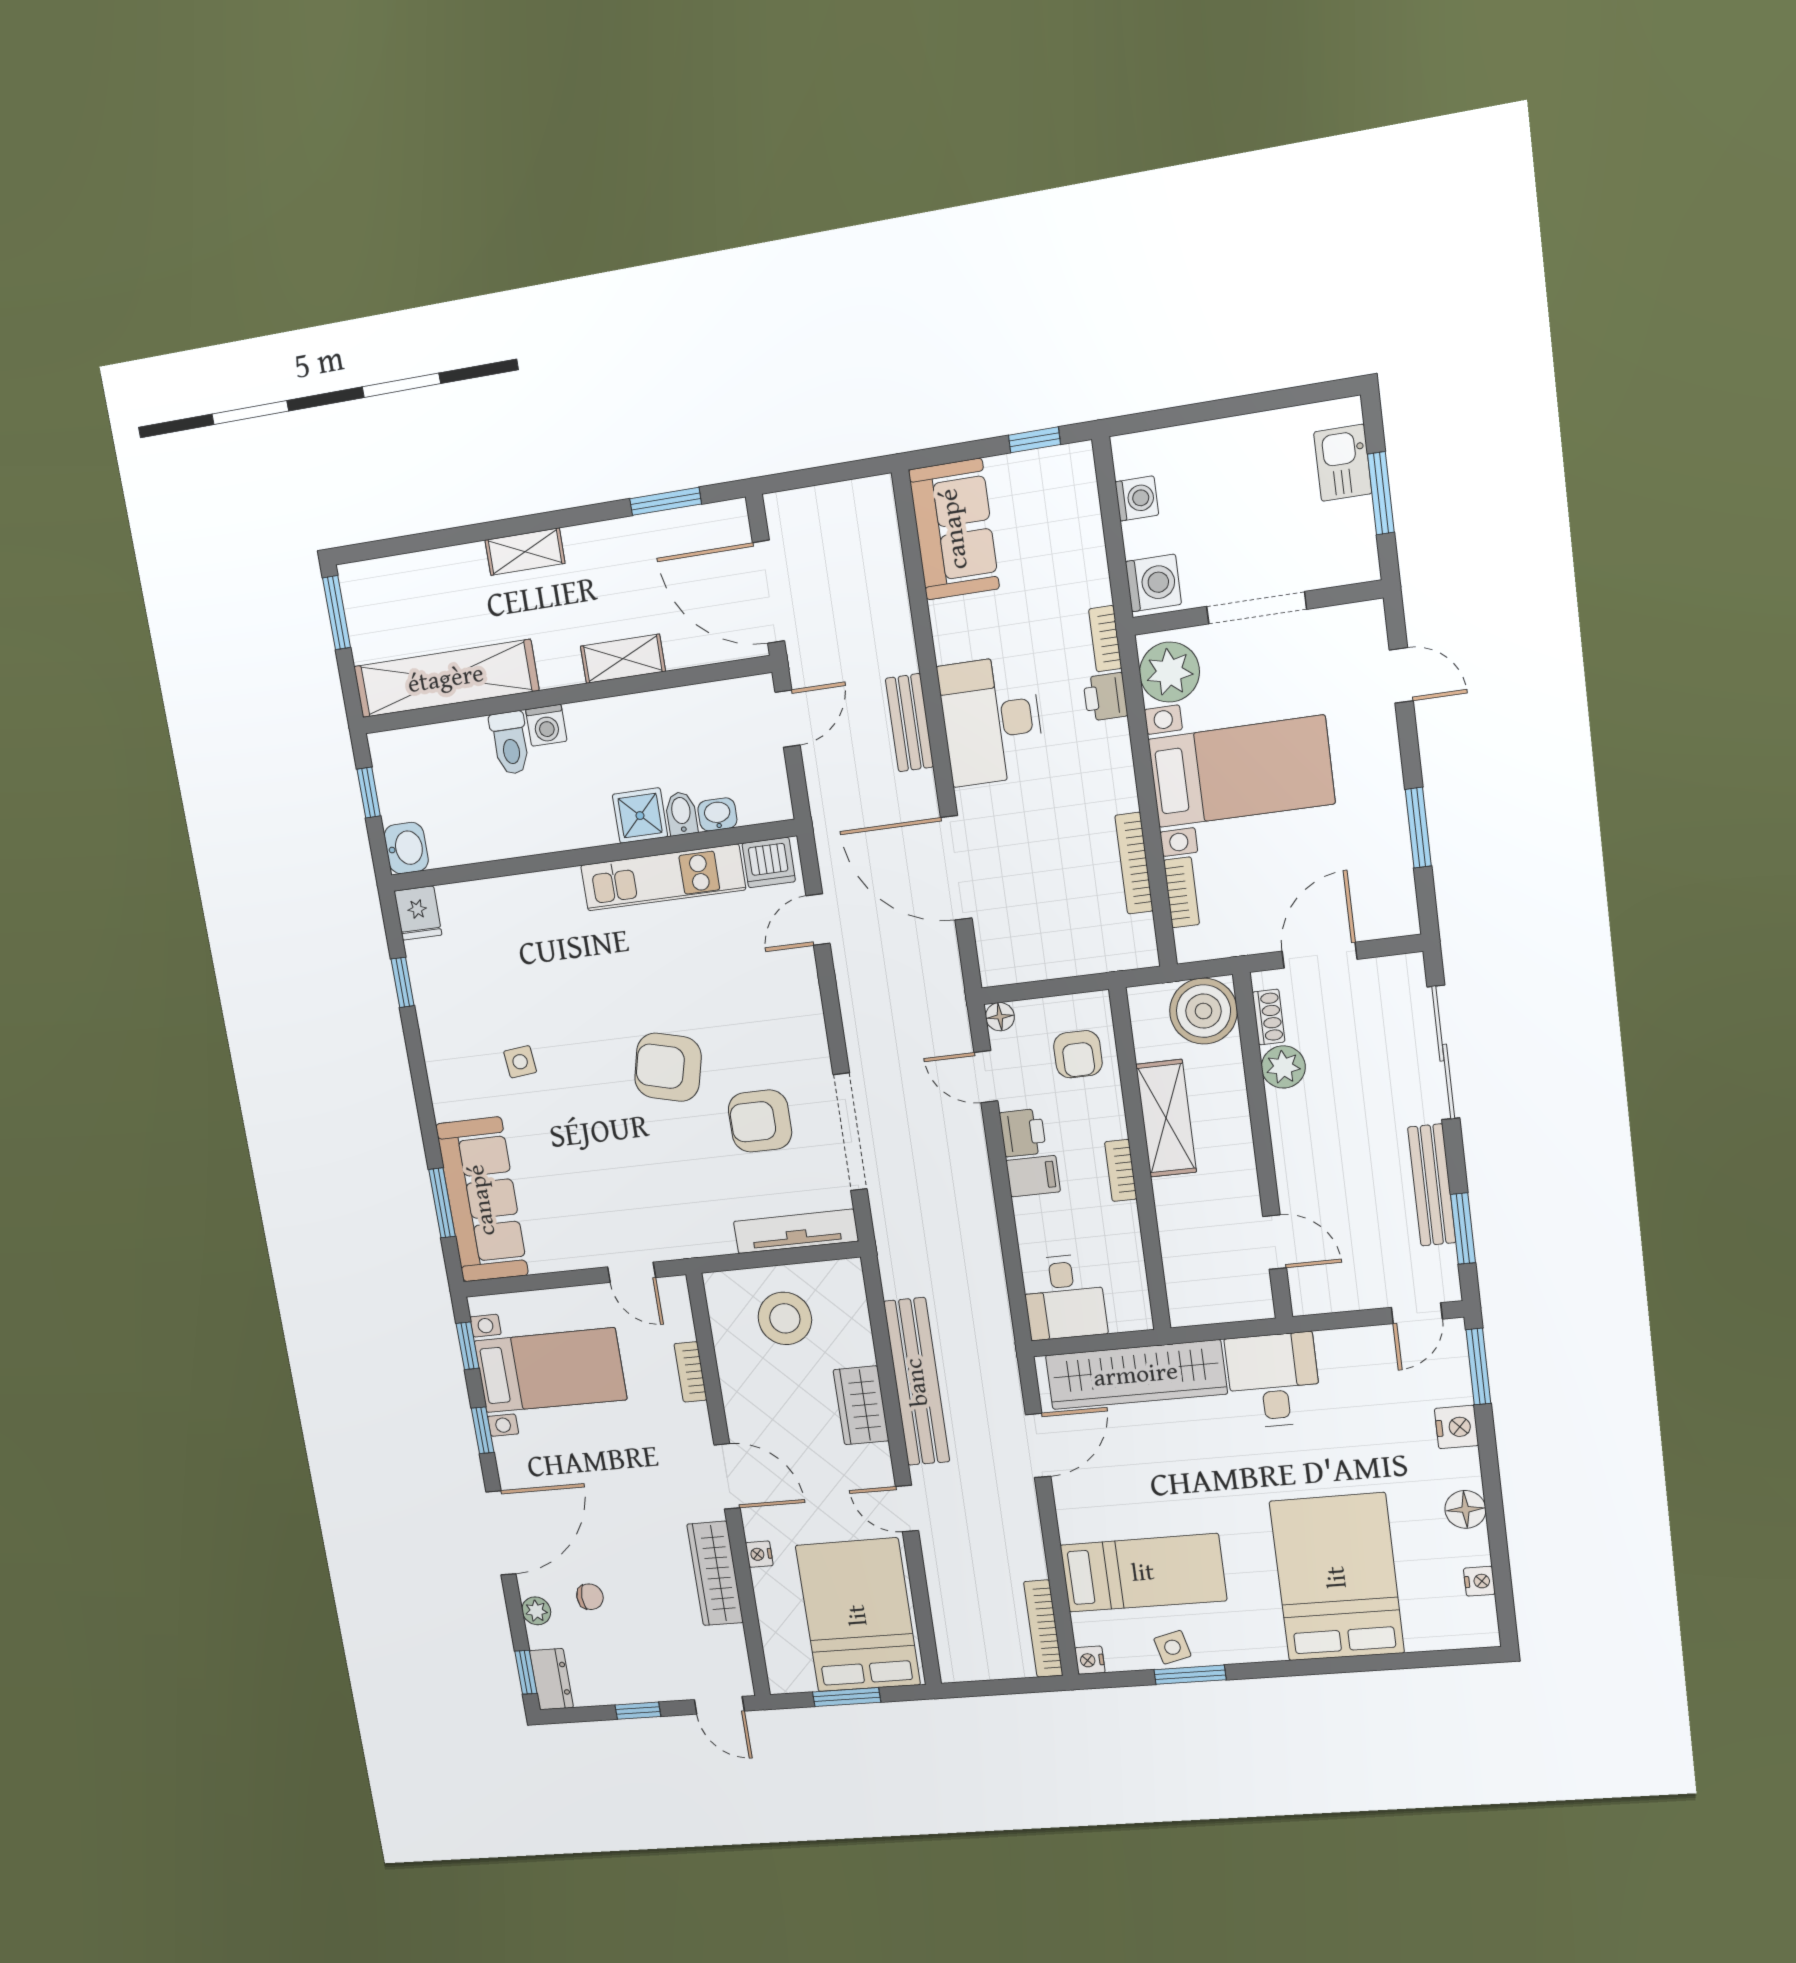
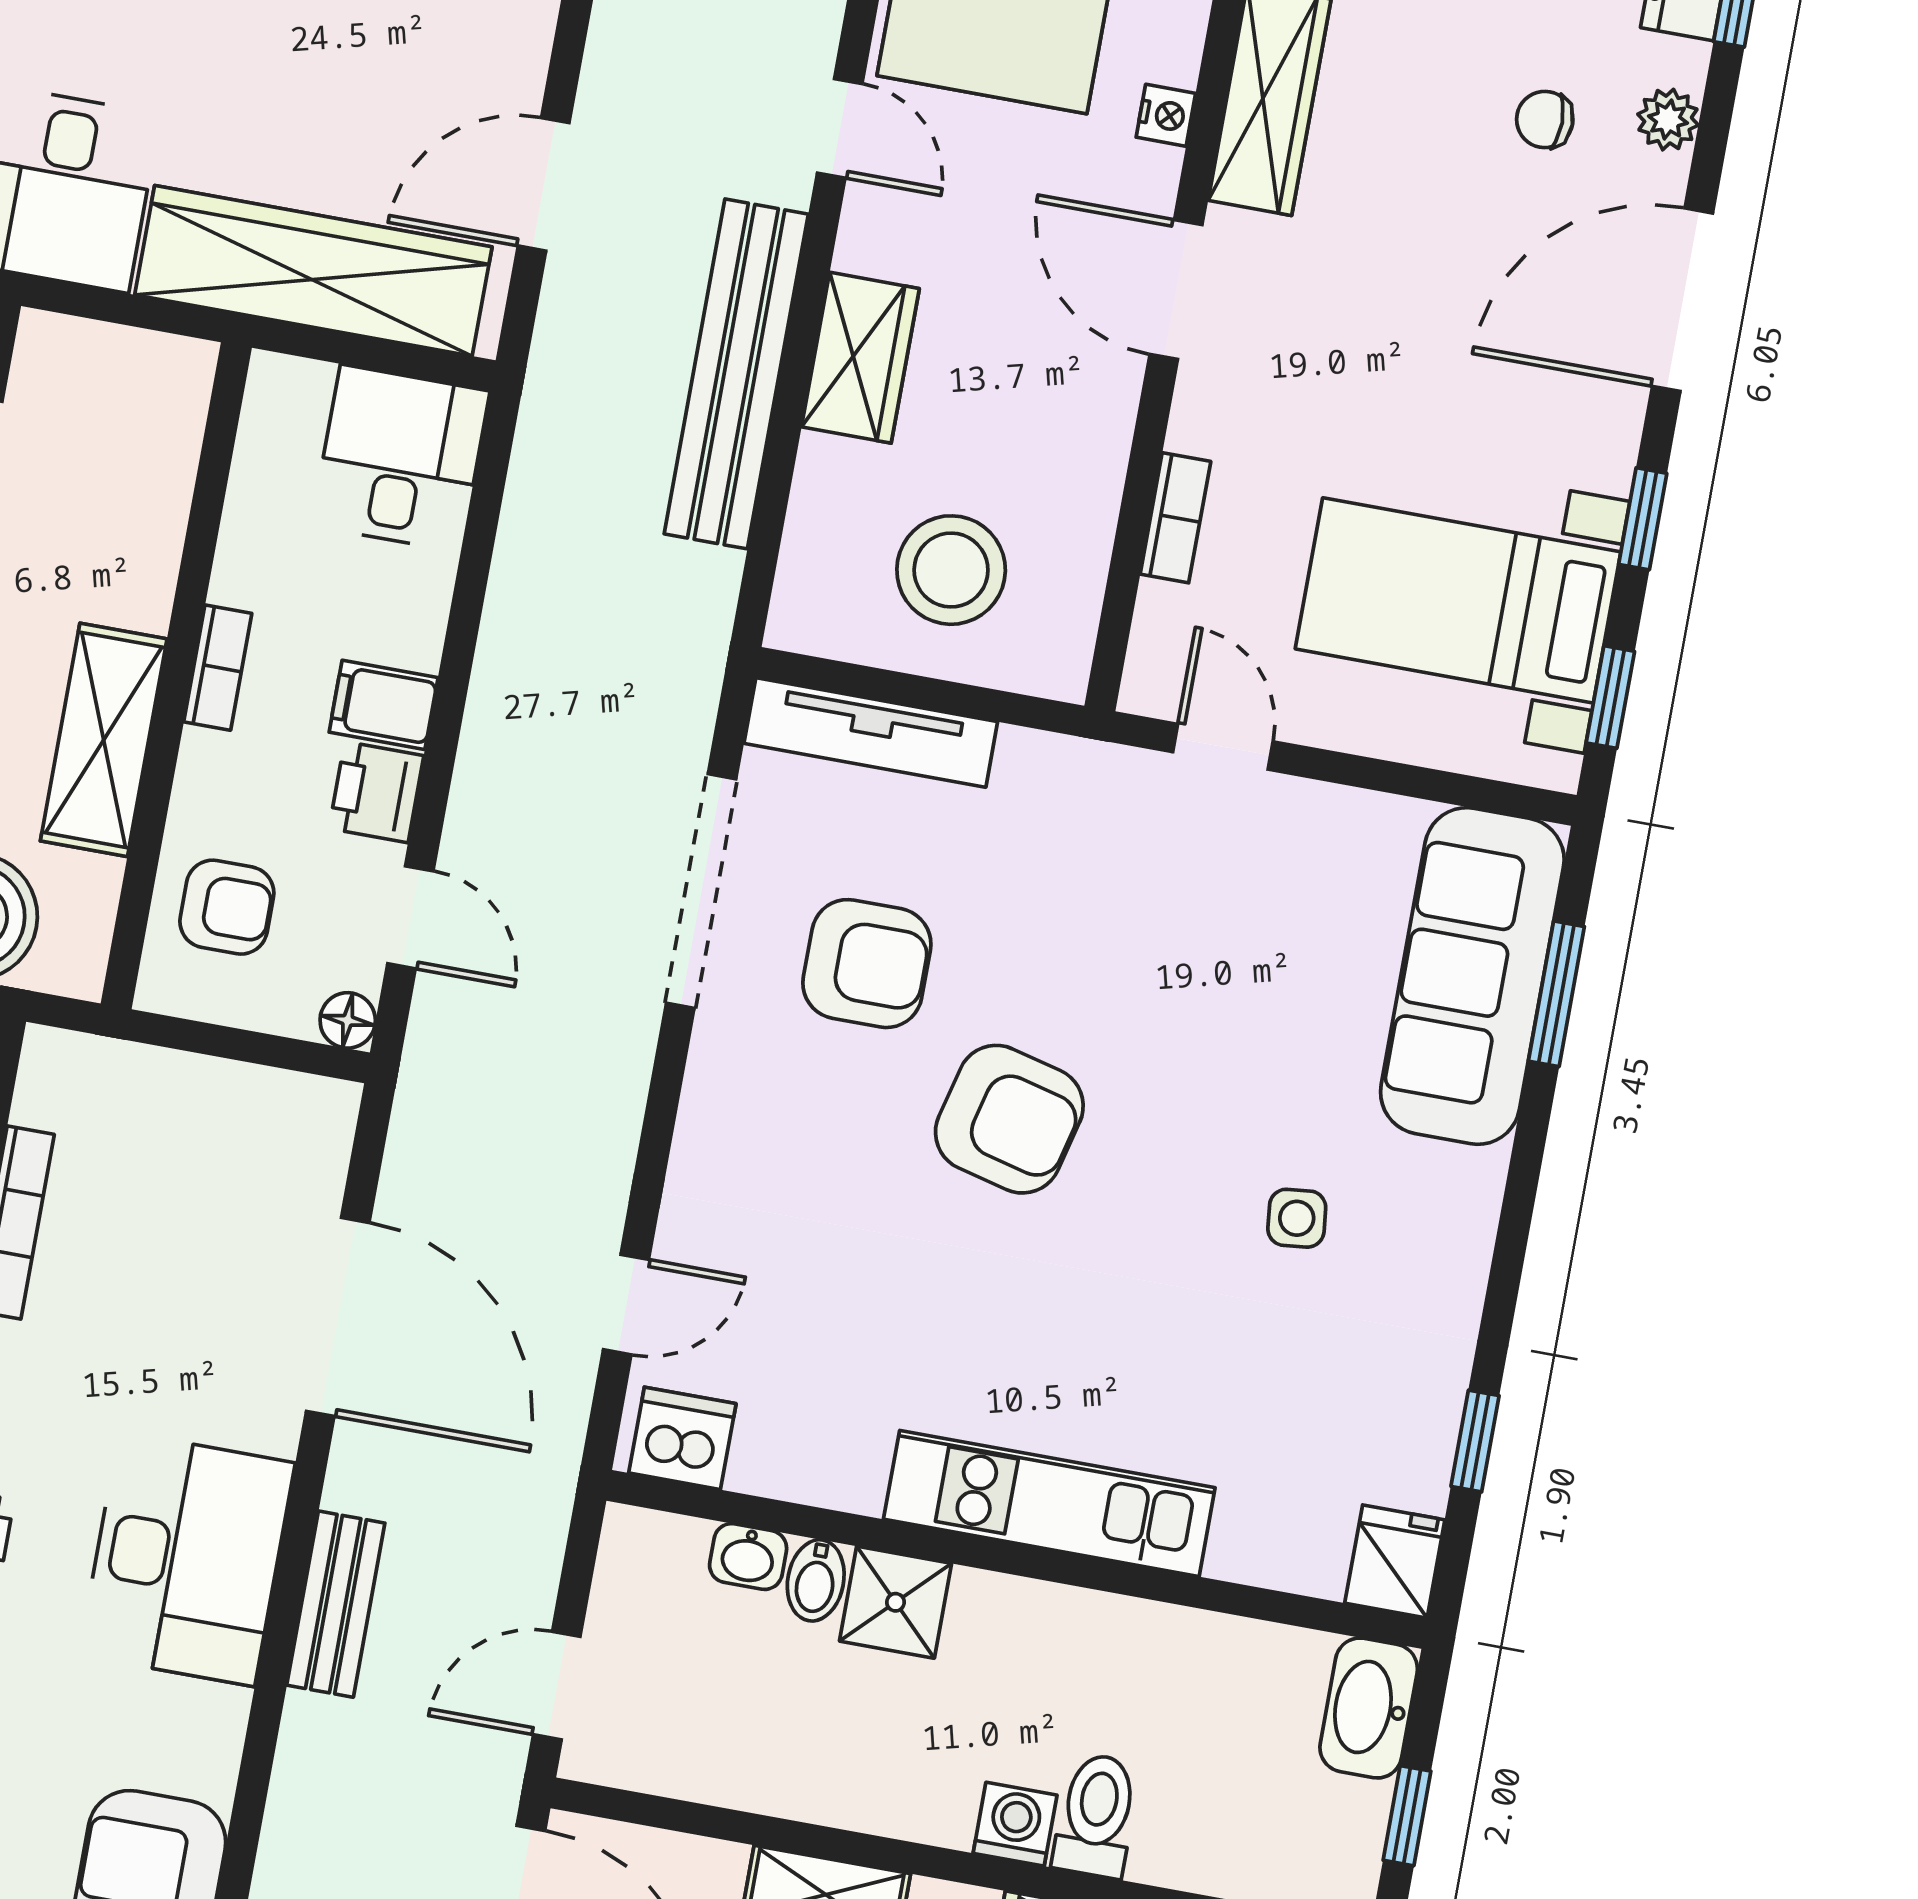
washbasin: (406, 848) -> (1369, 1708), width x1.38
kitchen unit: (663, 878) -> (1049, 1503), moved
armchair: (1078, 1054) -> (227, 907), turned 90

